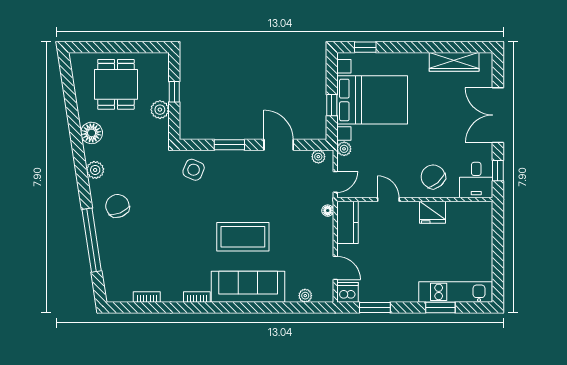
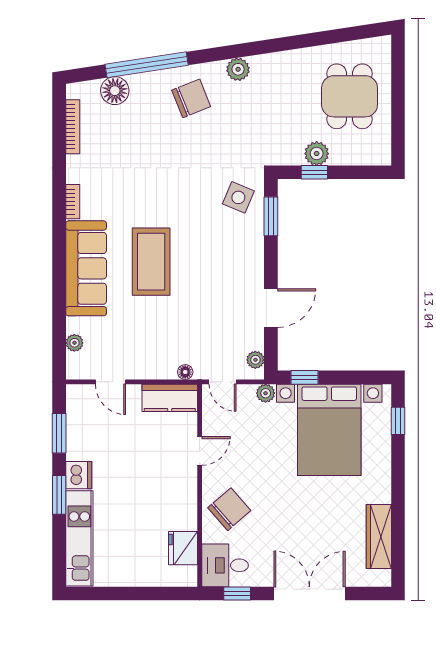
dining table: (116, 84) -> (350, 96), turned 90
window: (174, 92) -> (314, 172), moved
window: (332, 105) -> (305, 377), moved
floor lamp: (92, 133) -> (115, 91), moved
window: (229, 145) -> (271, 216), moved
fridge: (432, 212) -> (183, 548), moved
door: (335, 268) -> (111, 382), hinge flipped
dishwasher: (348, 292) -> (79, 475), moved
bookcase: (147, 297) -> (73, 127), width x1.56
window: (440, 307) -> (59, 495), moved

